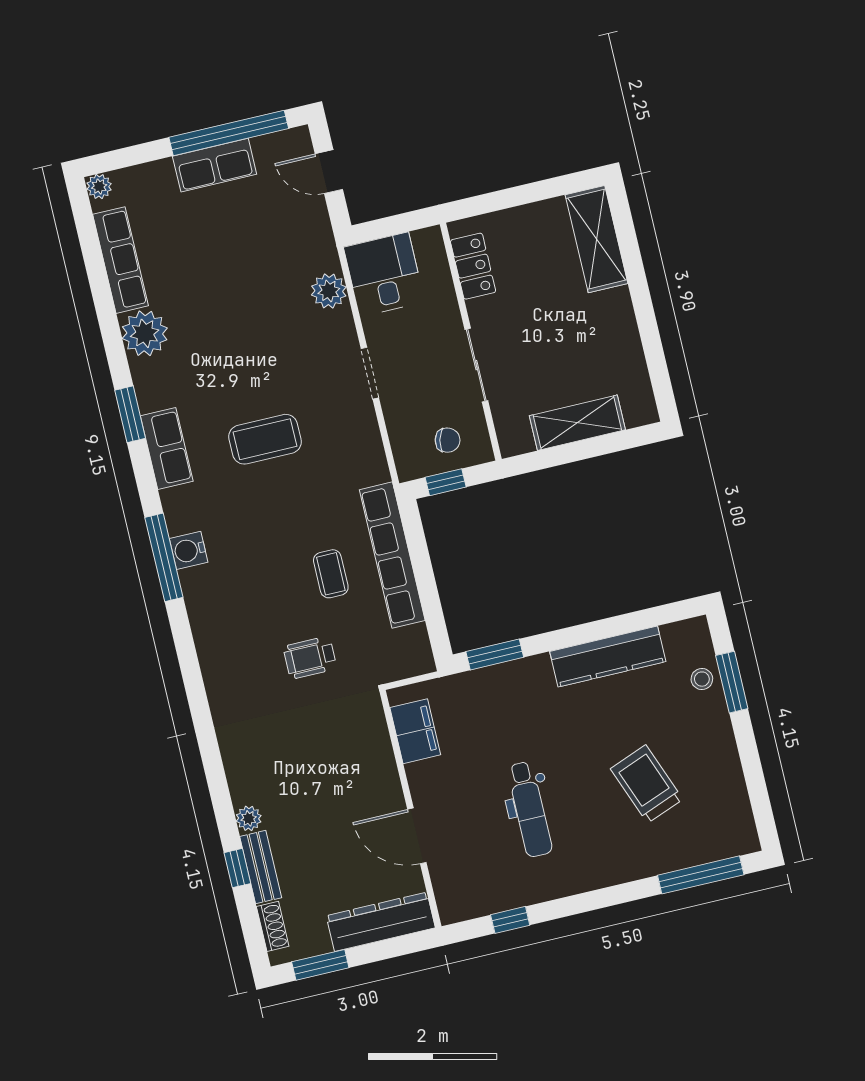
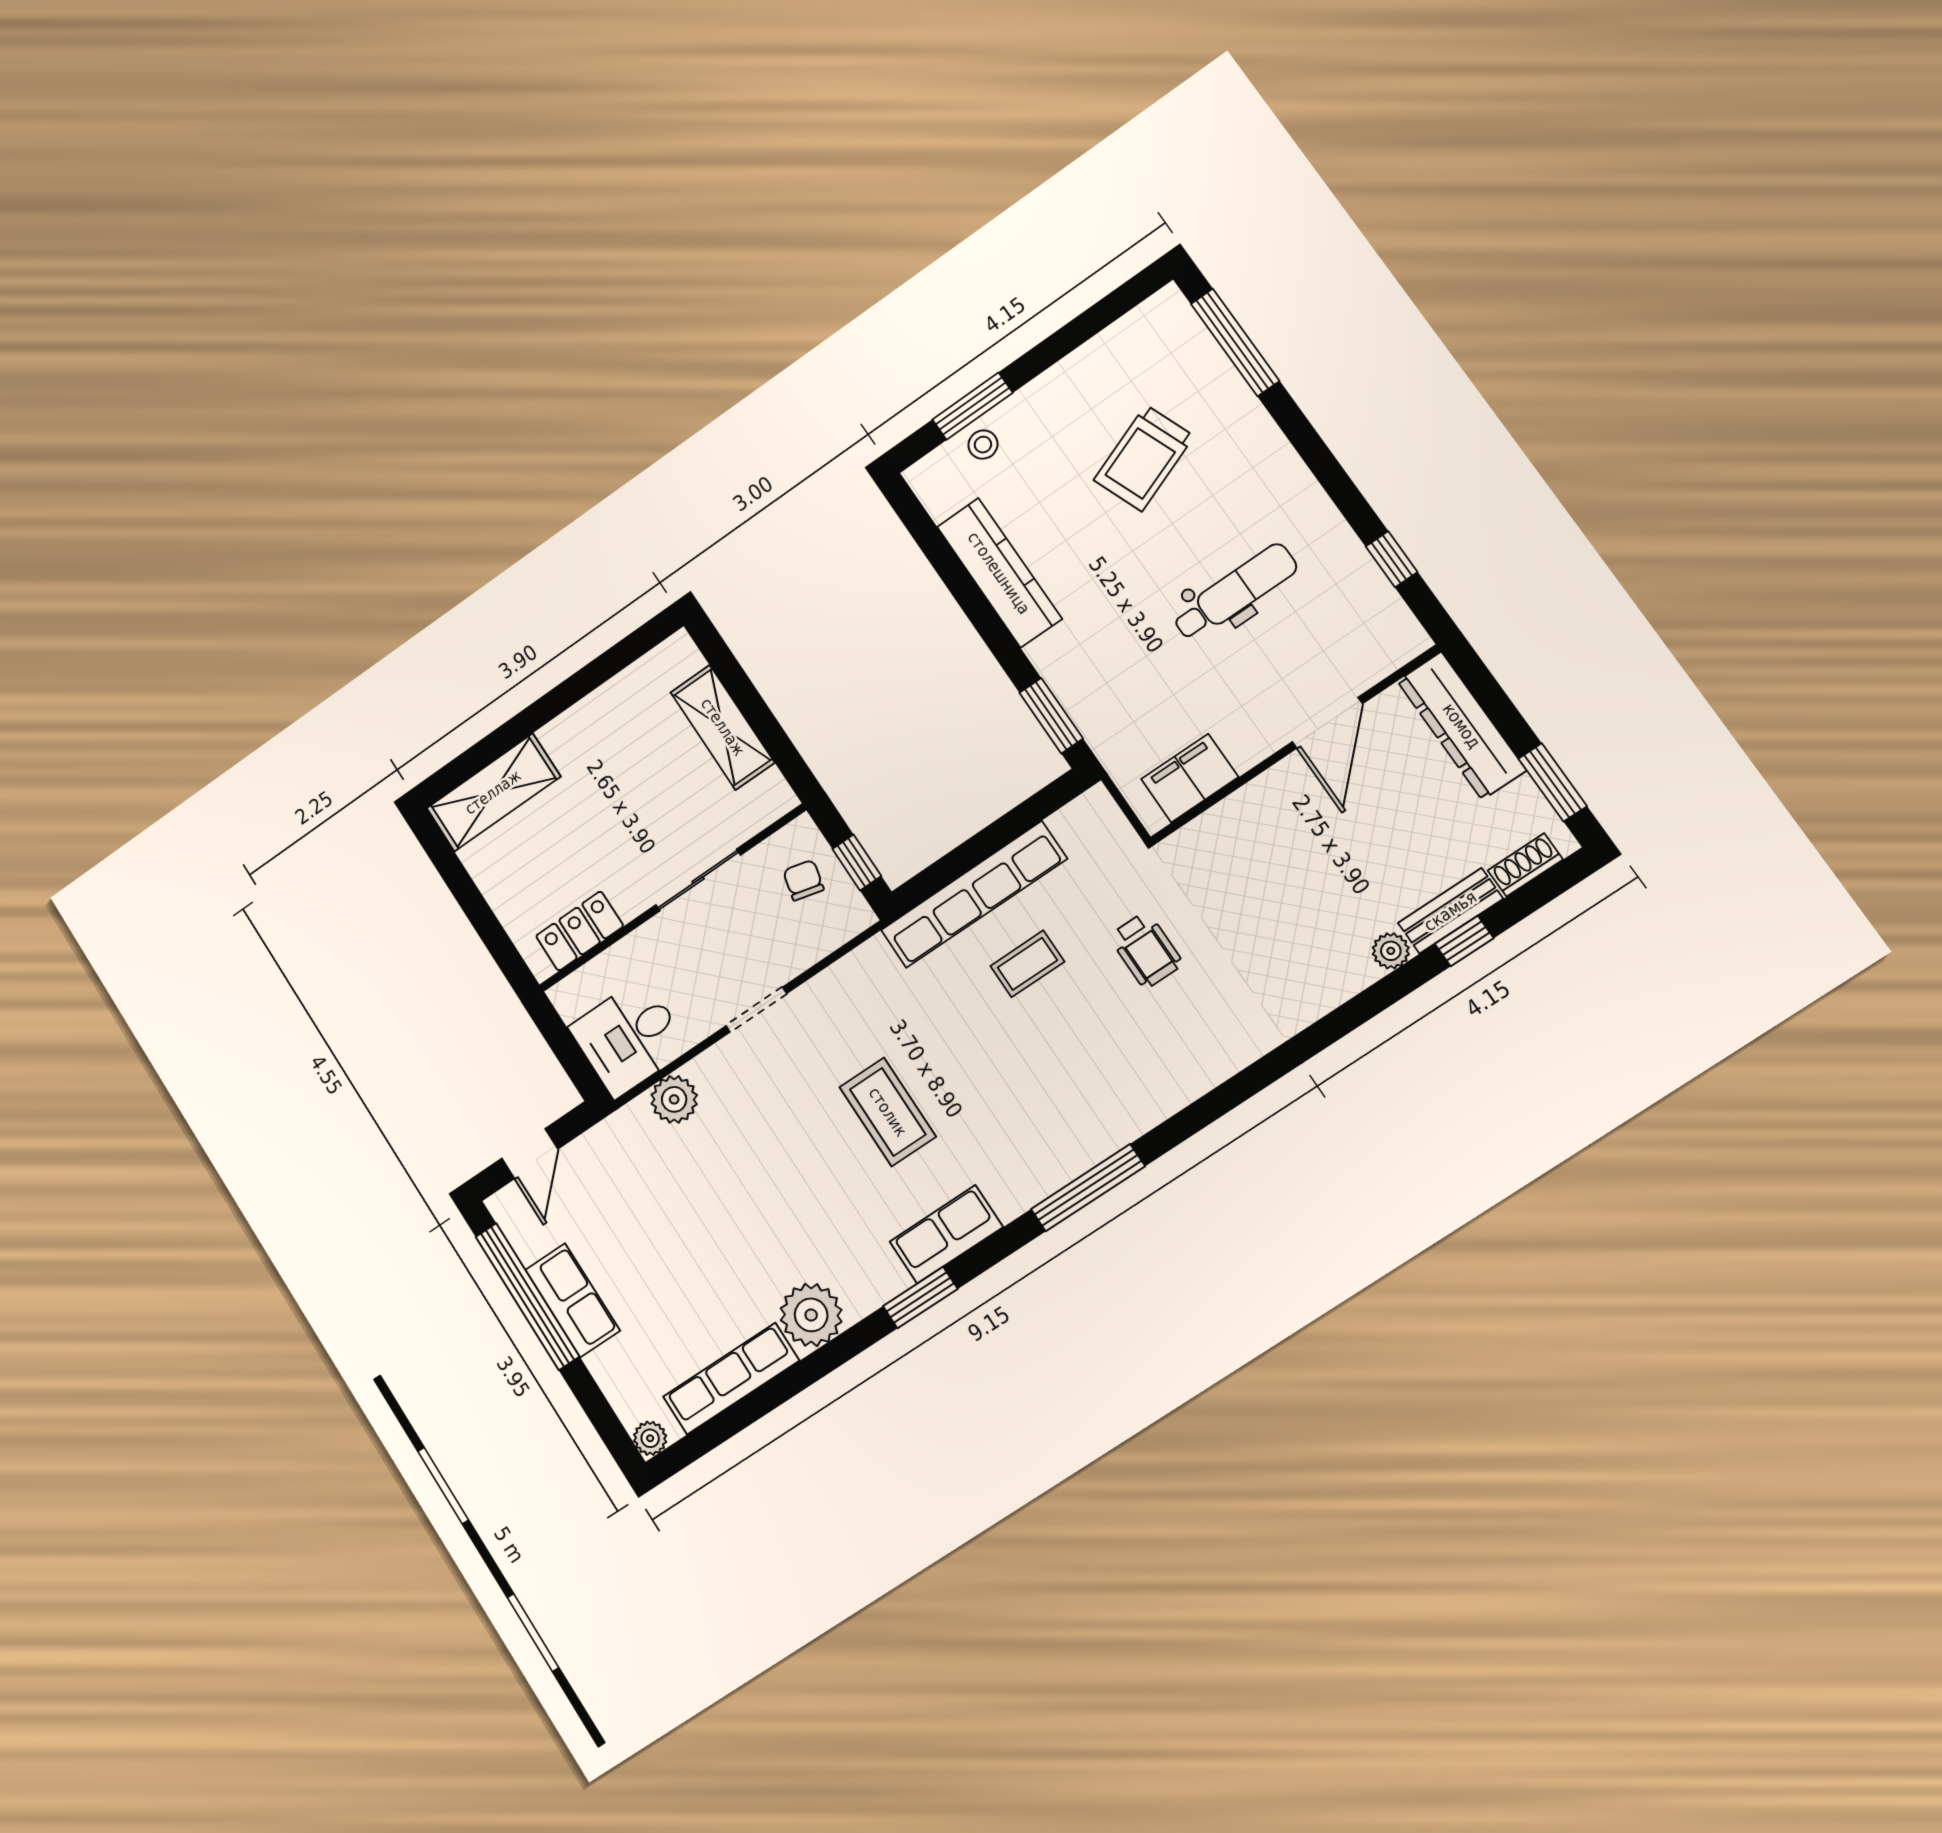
water cooler: (189, 550) -> (1067, 1159), removed

